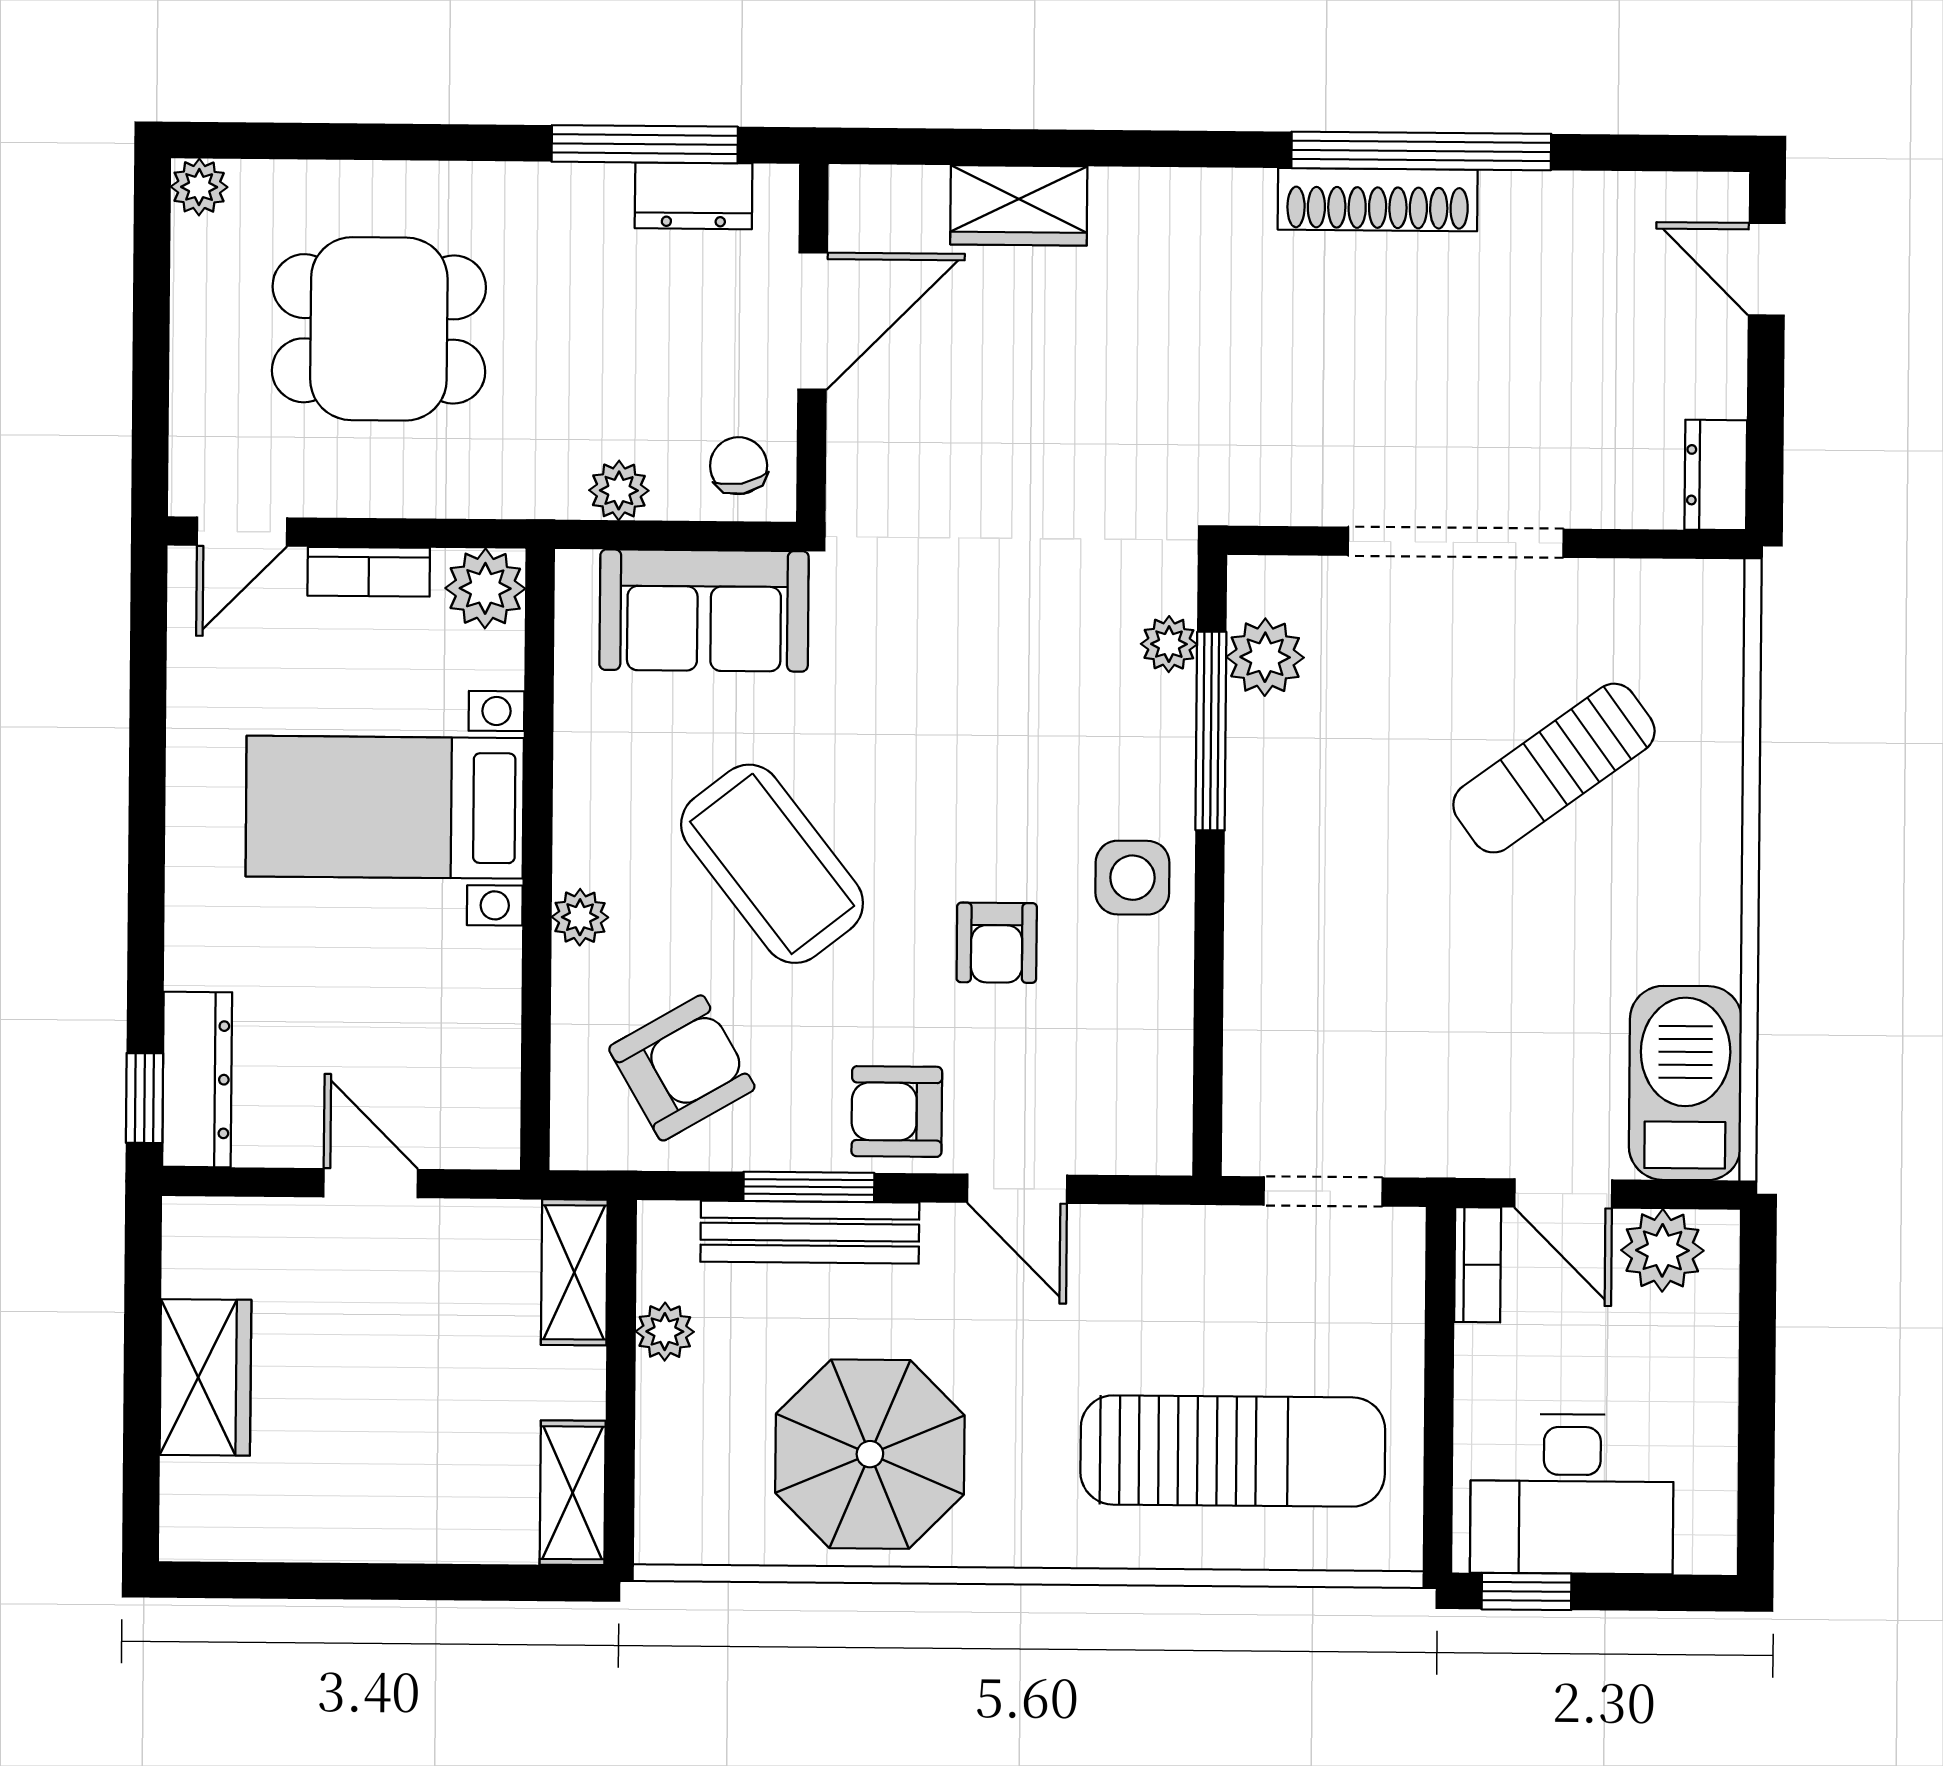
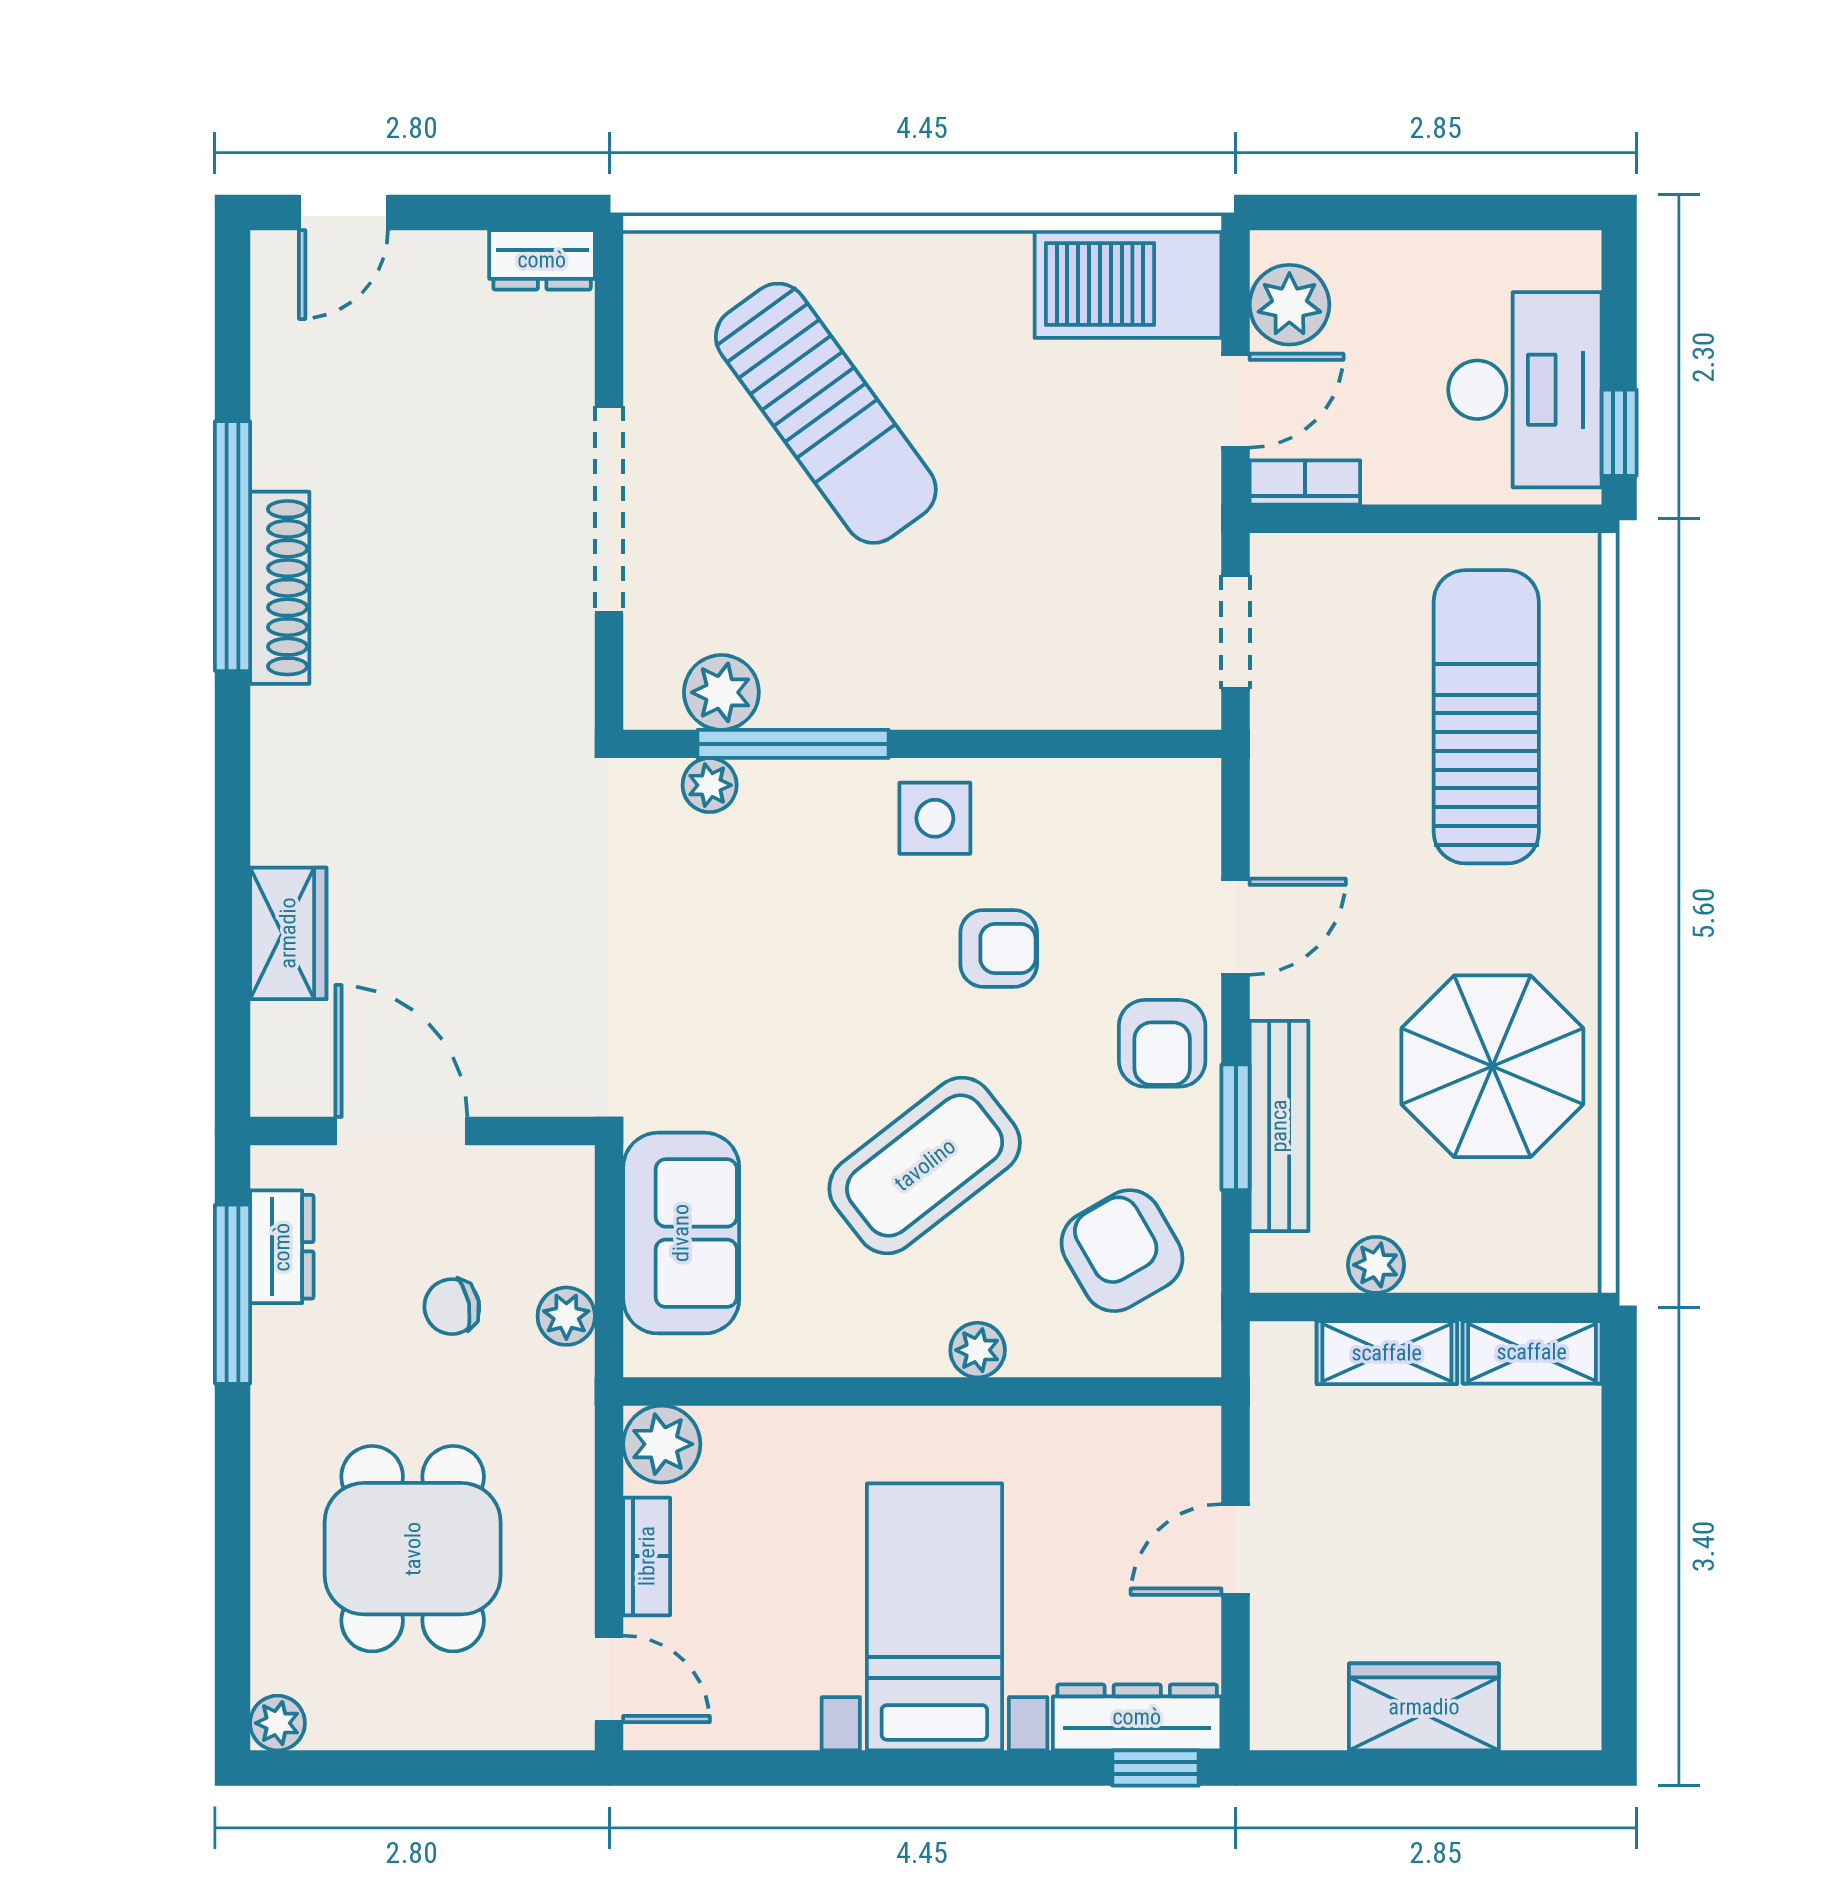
chair: (739, 466) -> (452, 1307), moved
sun lounger: (1554, 768) -> (826, 413), width x1.36, depth x1.34
bed with nightstands: (385, 807) -> (934, 1617), moved, turned 180
shelving: (574, 1272) -> (1387, 1353), moved

